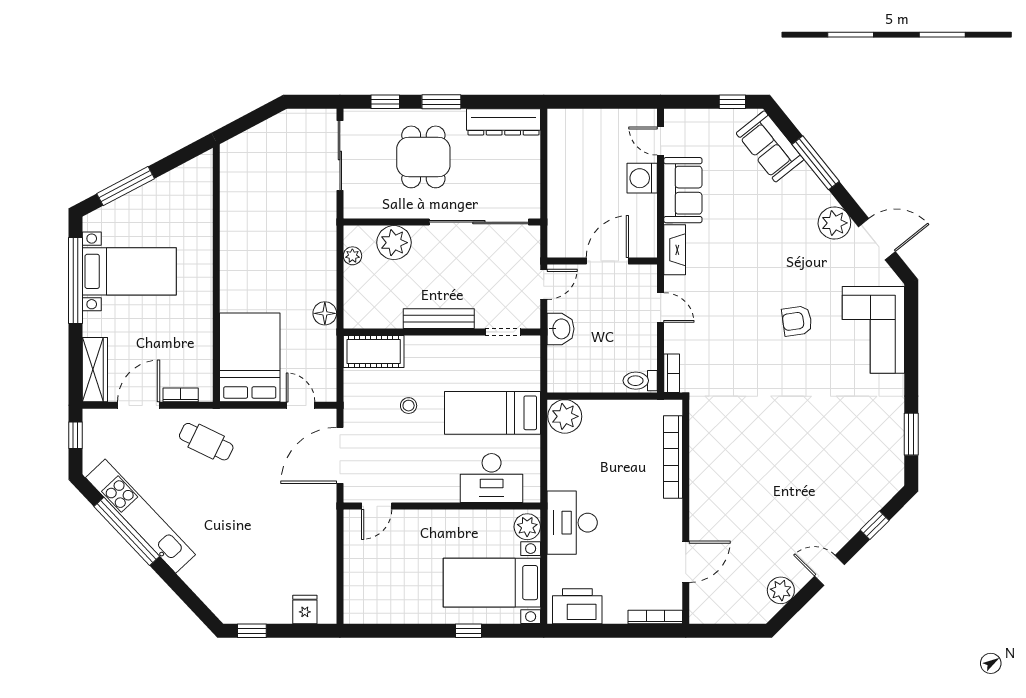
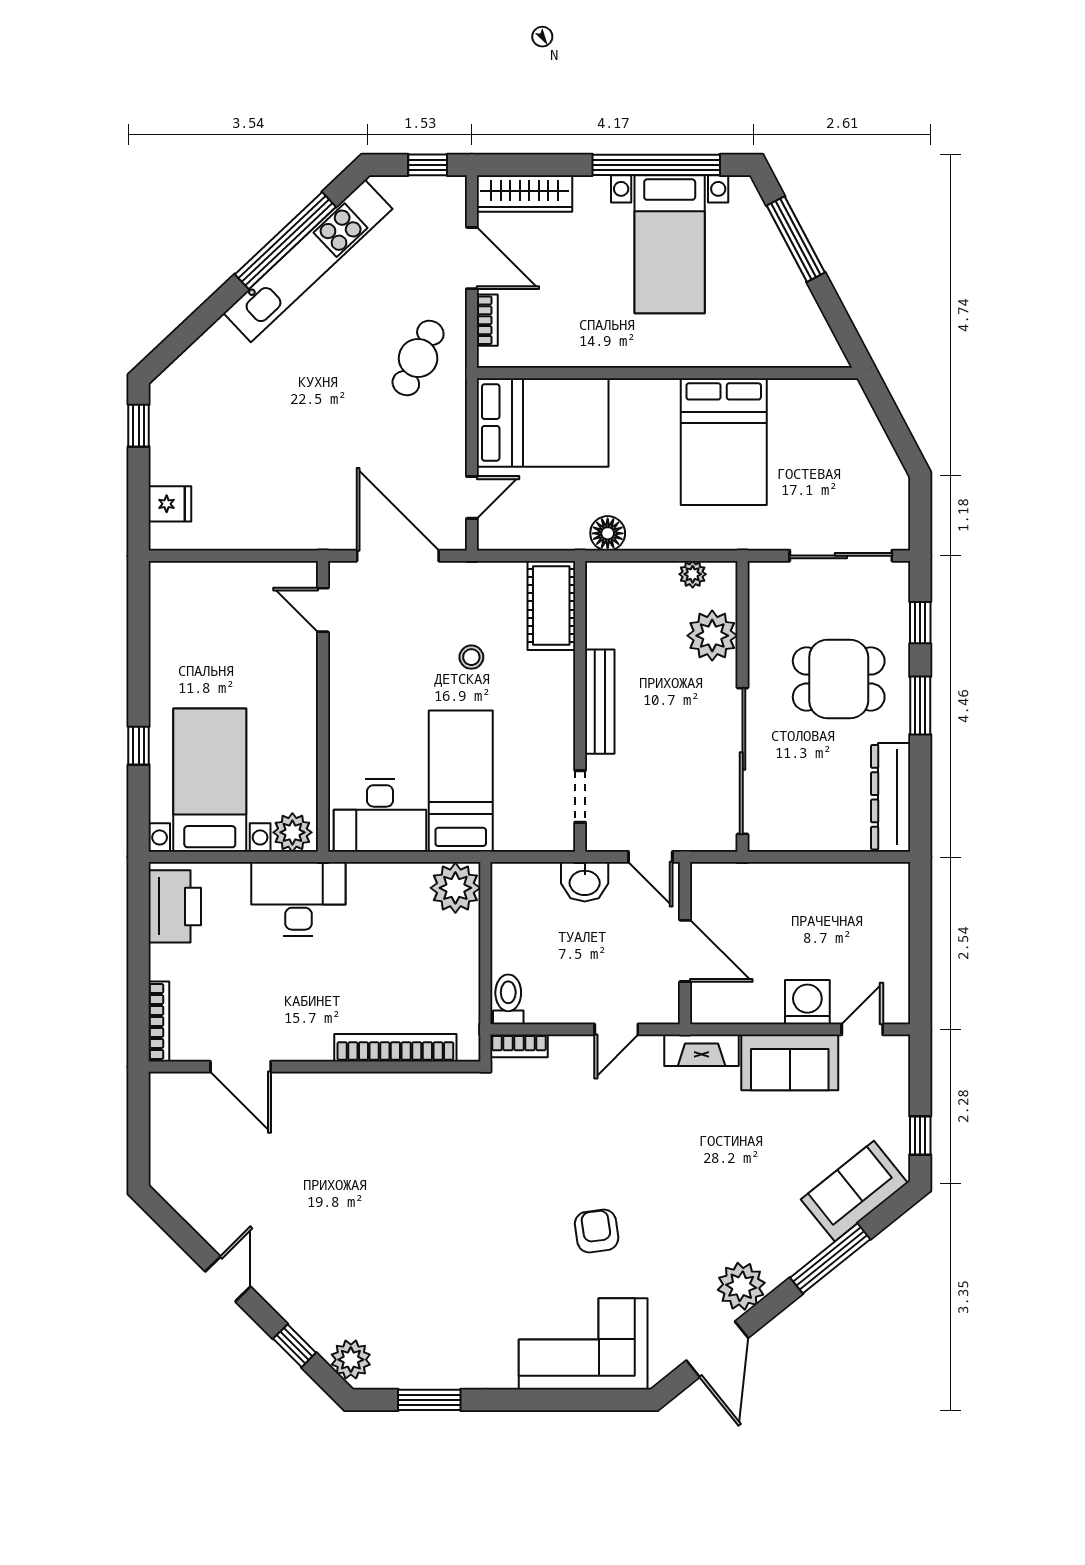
bed: (263, 235) -> (724, 442), added
desk: (492, 478) -> (380, 815), moved, turned -90
plant: (781, 590) -> (351, 1360), moved

